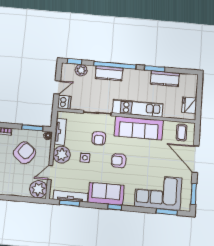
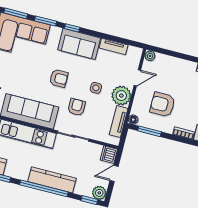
plant: (81, 70) -> (99, 193), moved
kitchen counter: (109, 73) -> (52, 180), width x1.50
armchair: (24, 153) -> (163, 104), turned 52
plant: (38, 189) -> (150, 56), width x0.53, depth x0.53
tv unit: (70, 196) -> (114, 47), width x0.71
window: (69, 203) -> (46, 21), moved

